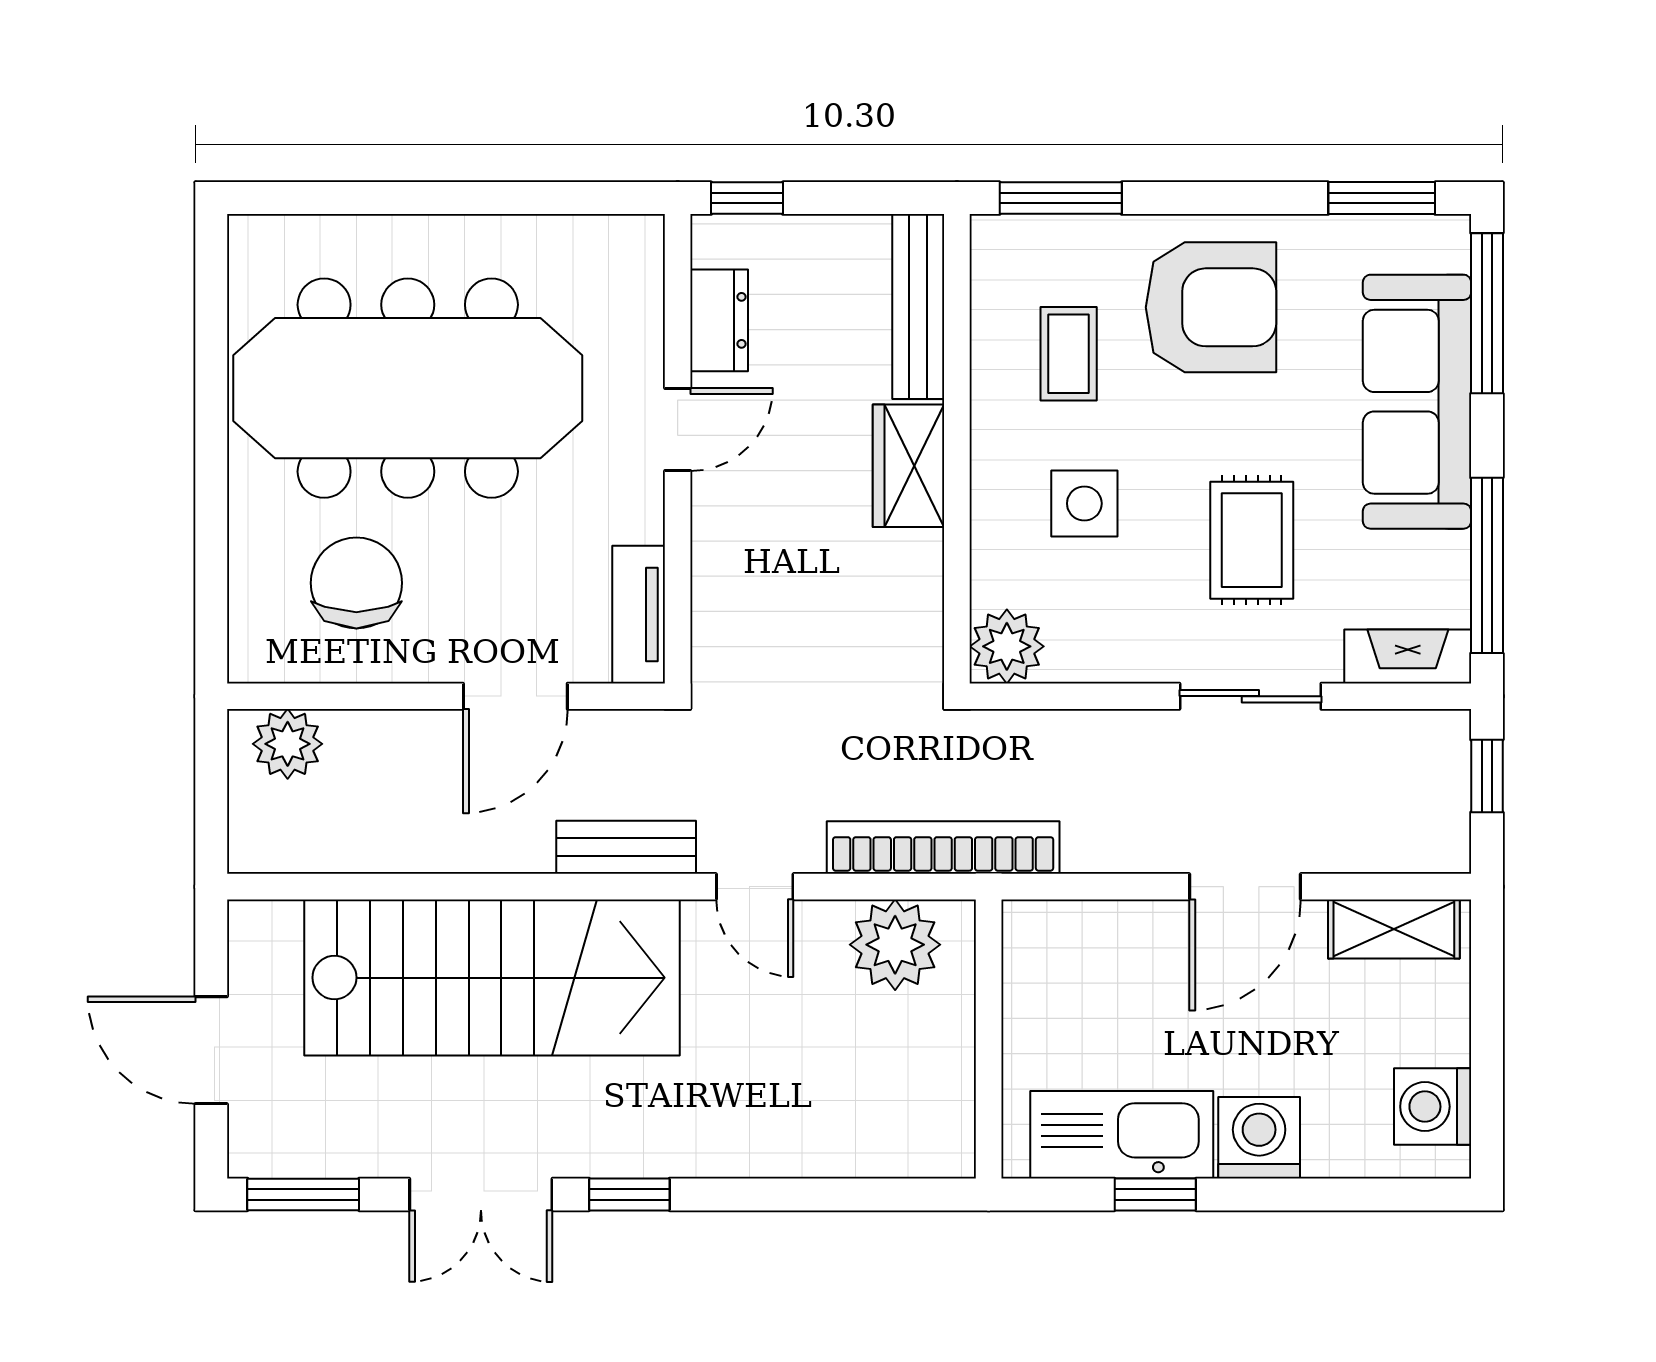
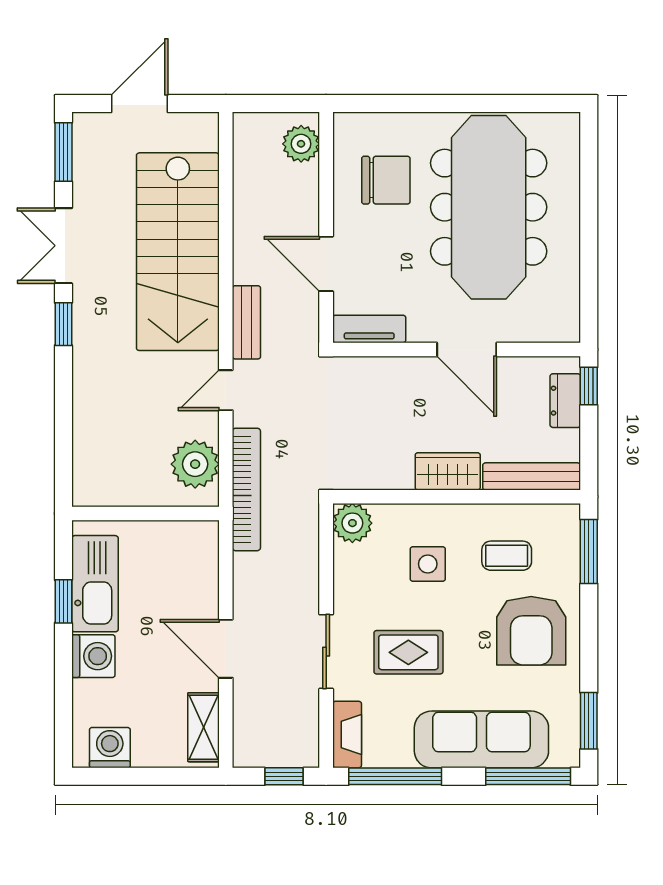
dresser: (719, 320) -> (565, 401), moved, turned 90
door: (678, 430) -> (467, 350), width x1.38

